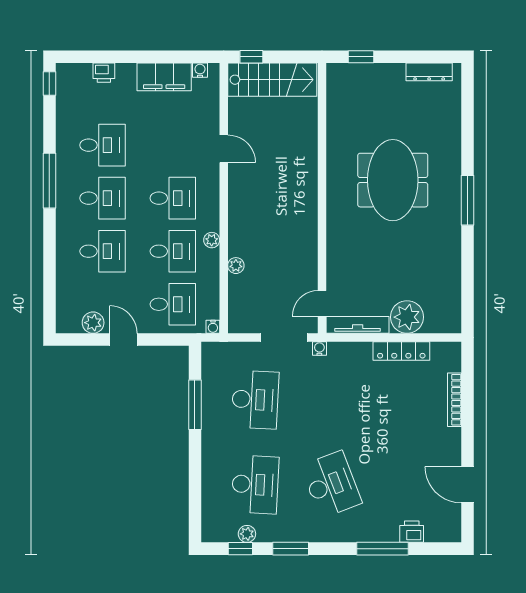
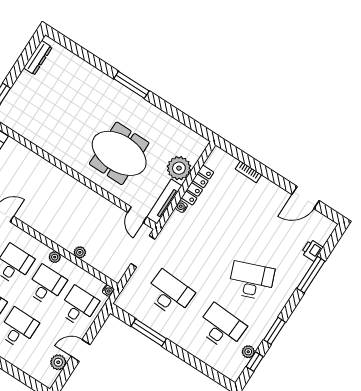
meeting table: (393, 180) -> (119, 153), moved
water cooler: (319, 349) -> (181, 207), moved
bookcase: (455, 400) -> (248, 172), width x0.64

